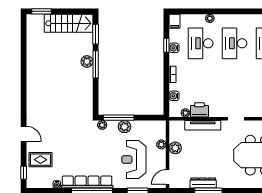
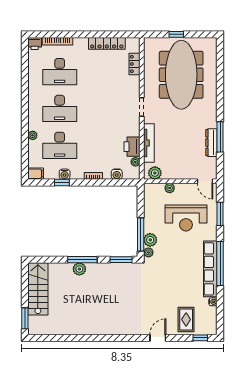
window: (96, 34) -> (121, 260), moved
plant: (124, 127) -> (150, 240), moved
plant: (175, 148) -> (155, 173), moved

